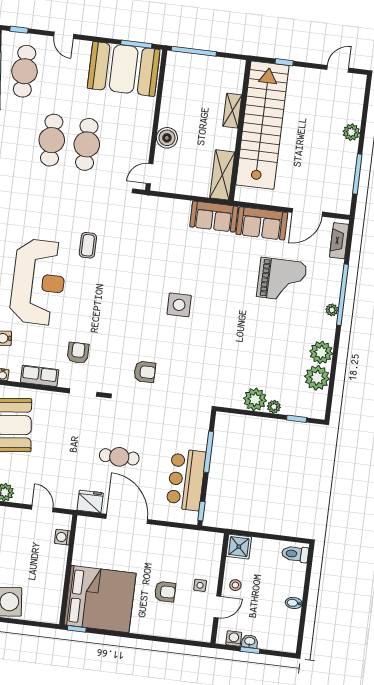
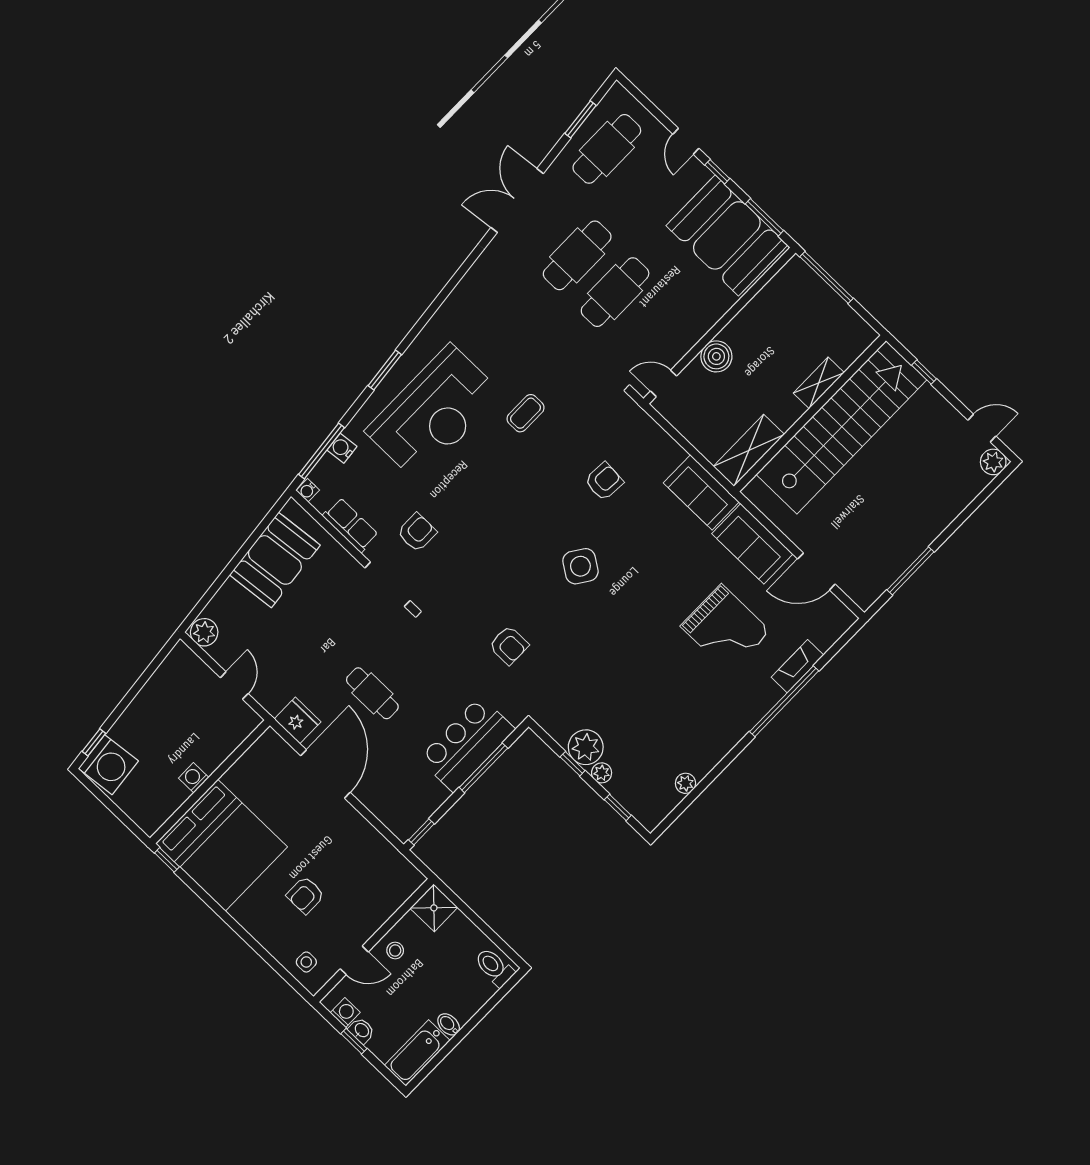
window: (19, 30) -> (717, 172), moved
plant: (351, 132) -> (993, 462), moved
fireplace: (339, 241) -> (797, 666), moved
armchair: (157, 250) -> (604, 481), added
side table: (179, 305) -> (580, 566), turned 34
plant: (332, 310) -> (758, 710), removed
plant: (321, 352) -> (707, 751), removed
armchair: (145, 372) -> (509, 645), moved
plant: (317, 378) -> (685, 783), width x0.53, depth x0.53
doorway: (83, 393) -> (387, 584), width x1.38
window: (255, 414) -> (573, 764), added
bar counter: (186, 480) -> (467, 744), moved
washing machine: (62, 537) -> (194, 778), moved
side table: (200, 585) -> (306, 962), moved
armchair: (165, 592) -> (305, 895), turned 90
bathtub: (289, 631) -> (417, 1053), added

